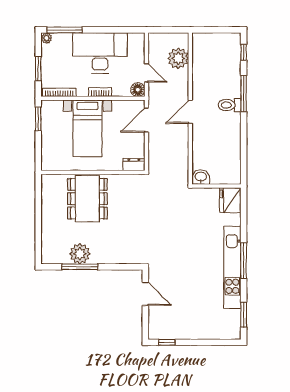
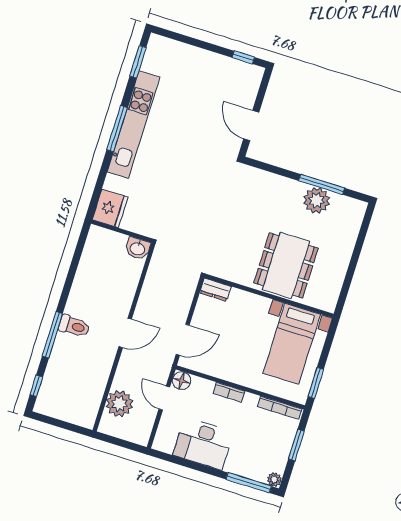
desk: (100, 53) -> (203, 443), width x0.73, depth x0.77
bed with nightstands: (87, 128) -> (292, 344), moved, turned 180

